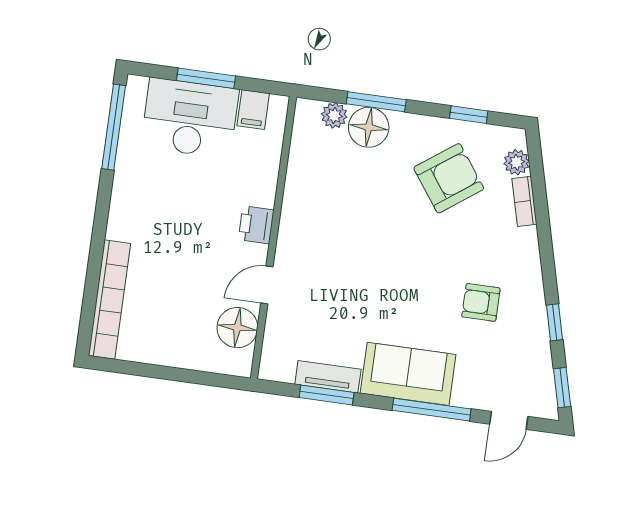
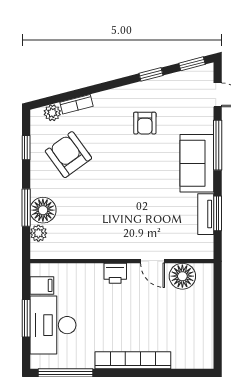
bookcase: (109, 300) -> (133, 360), moved

